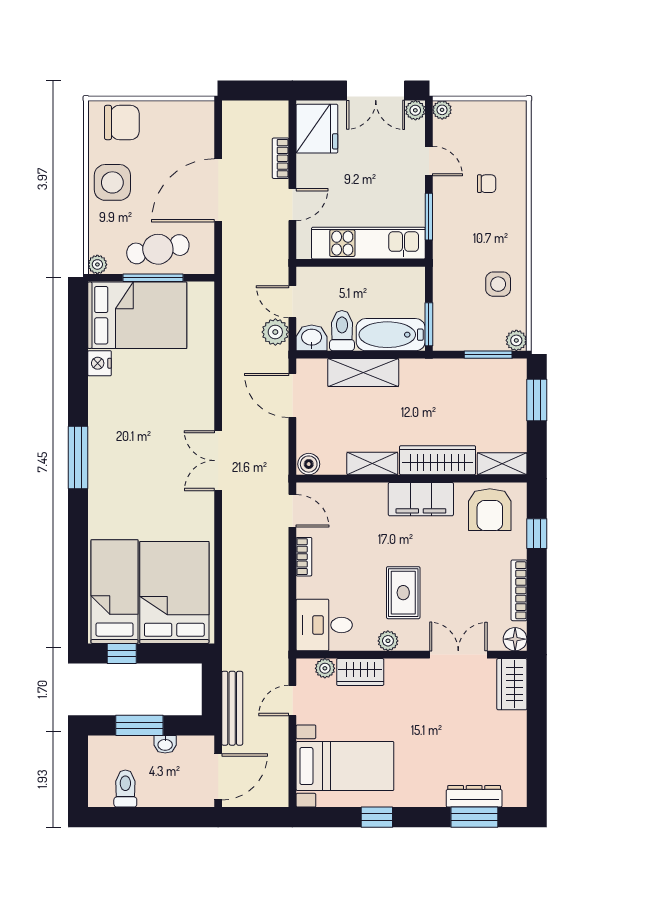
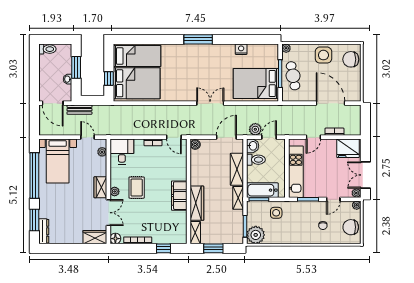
chair: (122, 122) -> (351, 59), turned 90
chair: (490, 122) -> (351, 227), added
door: (218, 190) -> (331, 103), moved
door: (292, 205) -> (313, 137), hinge flipped
side table: (498, 284) -> (276, 213), moved
bed: (137, 315) -> (256, 83), moved, turned 90
bathtub: (391, 335) -> (262, 190), moved, turned -90
plant: (516, 340) -> (256, 235), width x1.88, depth x1.88
window: (537, 400) -> (213, 248), moved
double door: (218, 461) -> (210, 103), moved
shelving: (372, 463) -> (238, 198), moved
armchair: (490, 510) -> (174, 227), removed
door: (292, 511) -> (174, 137), hinge flipped
rug: (403, 593) -> (137, 188), turned 90
plant: (388, 641) -> (115, 192), moved
window: (122, 653) -> (109, 78), moved
wardrobe: (360, 672) -> (100, 187), moved
bench: (232, 708) -> (79, 110), width x0.73
toilet: (125, 789) -> (47, 49), moved
dresser: (474, 796) -> (44, 231), moved
window: (377, 817) -> (34, 176), width x3.17

